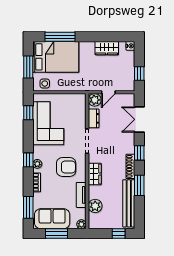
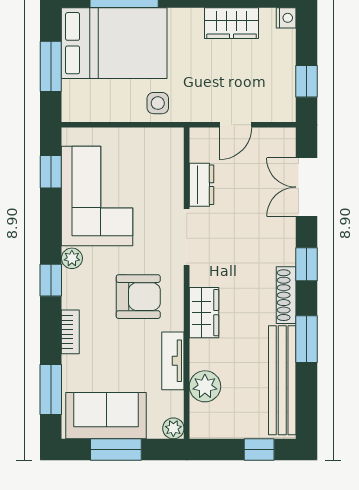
side table: (45, 84) -> (158, 103), moved
plant: (95, 100) -> (204, 142), removed
plant: (37, 164) -> (72, 258), moved

